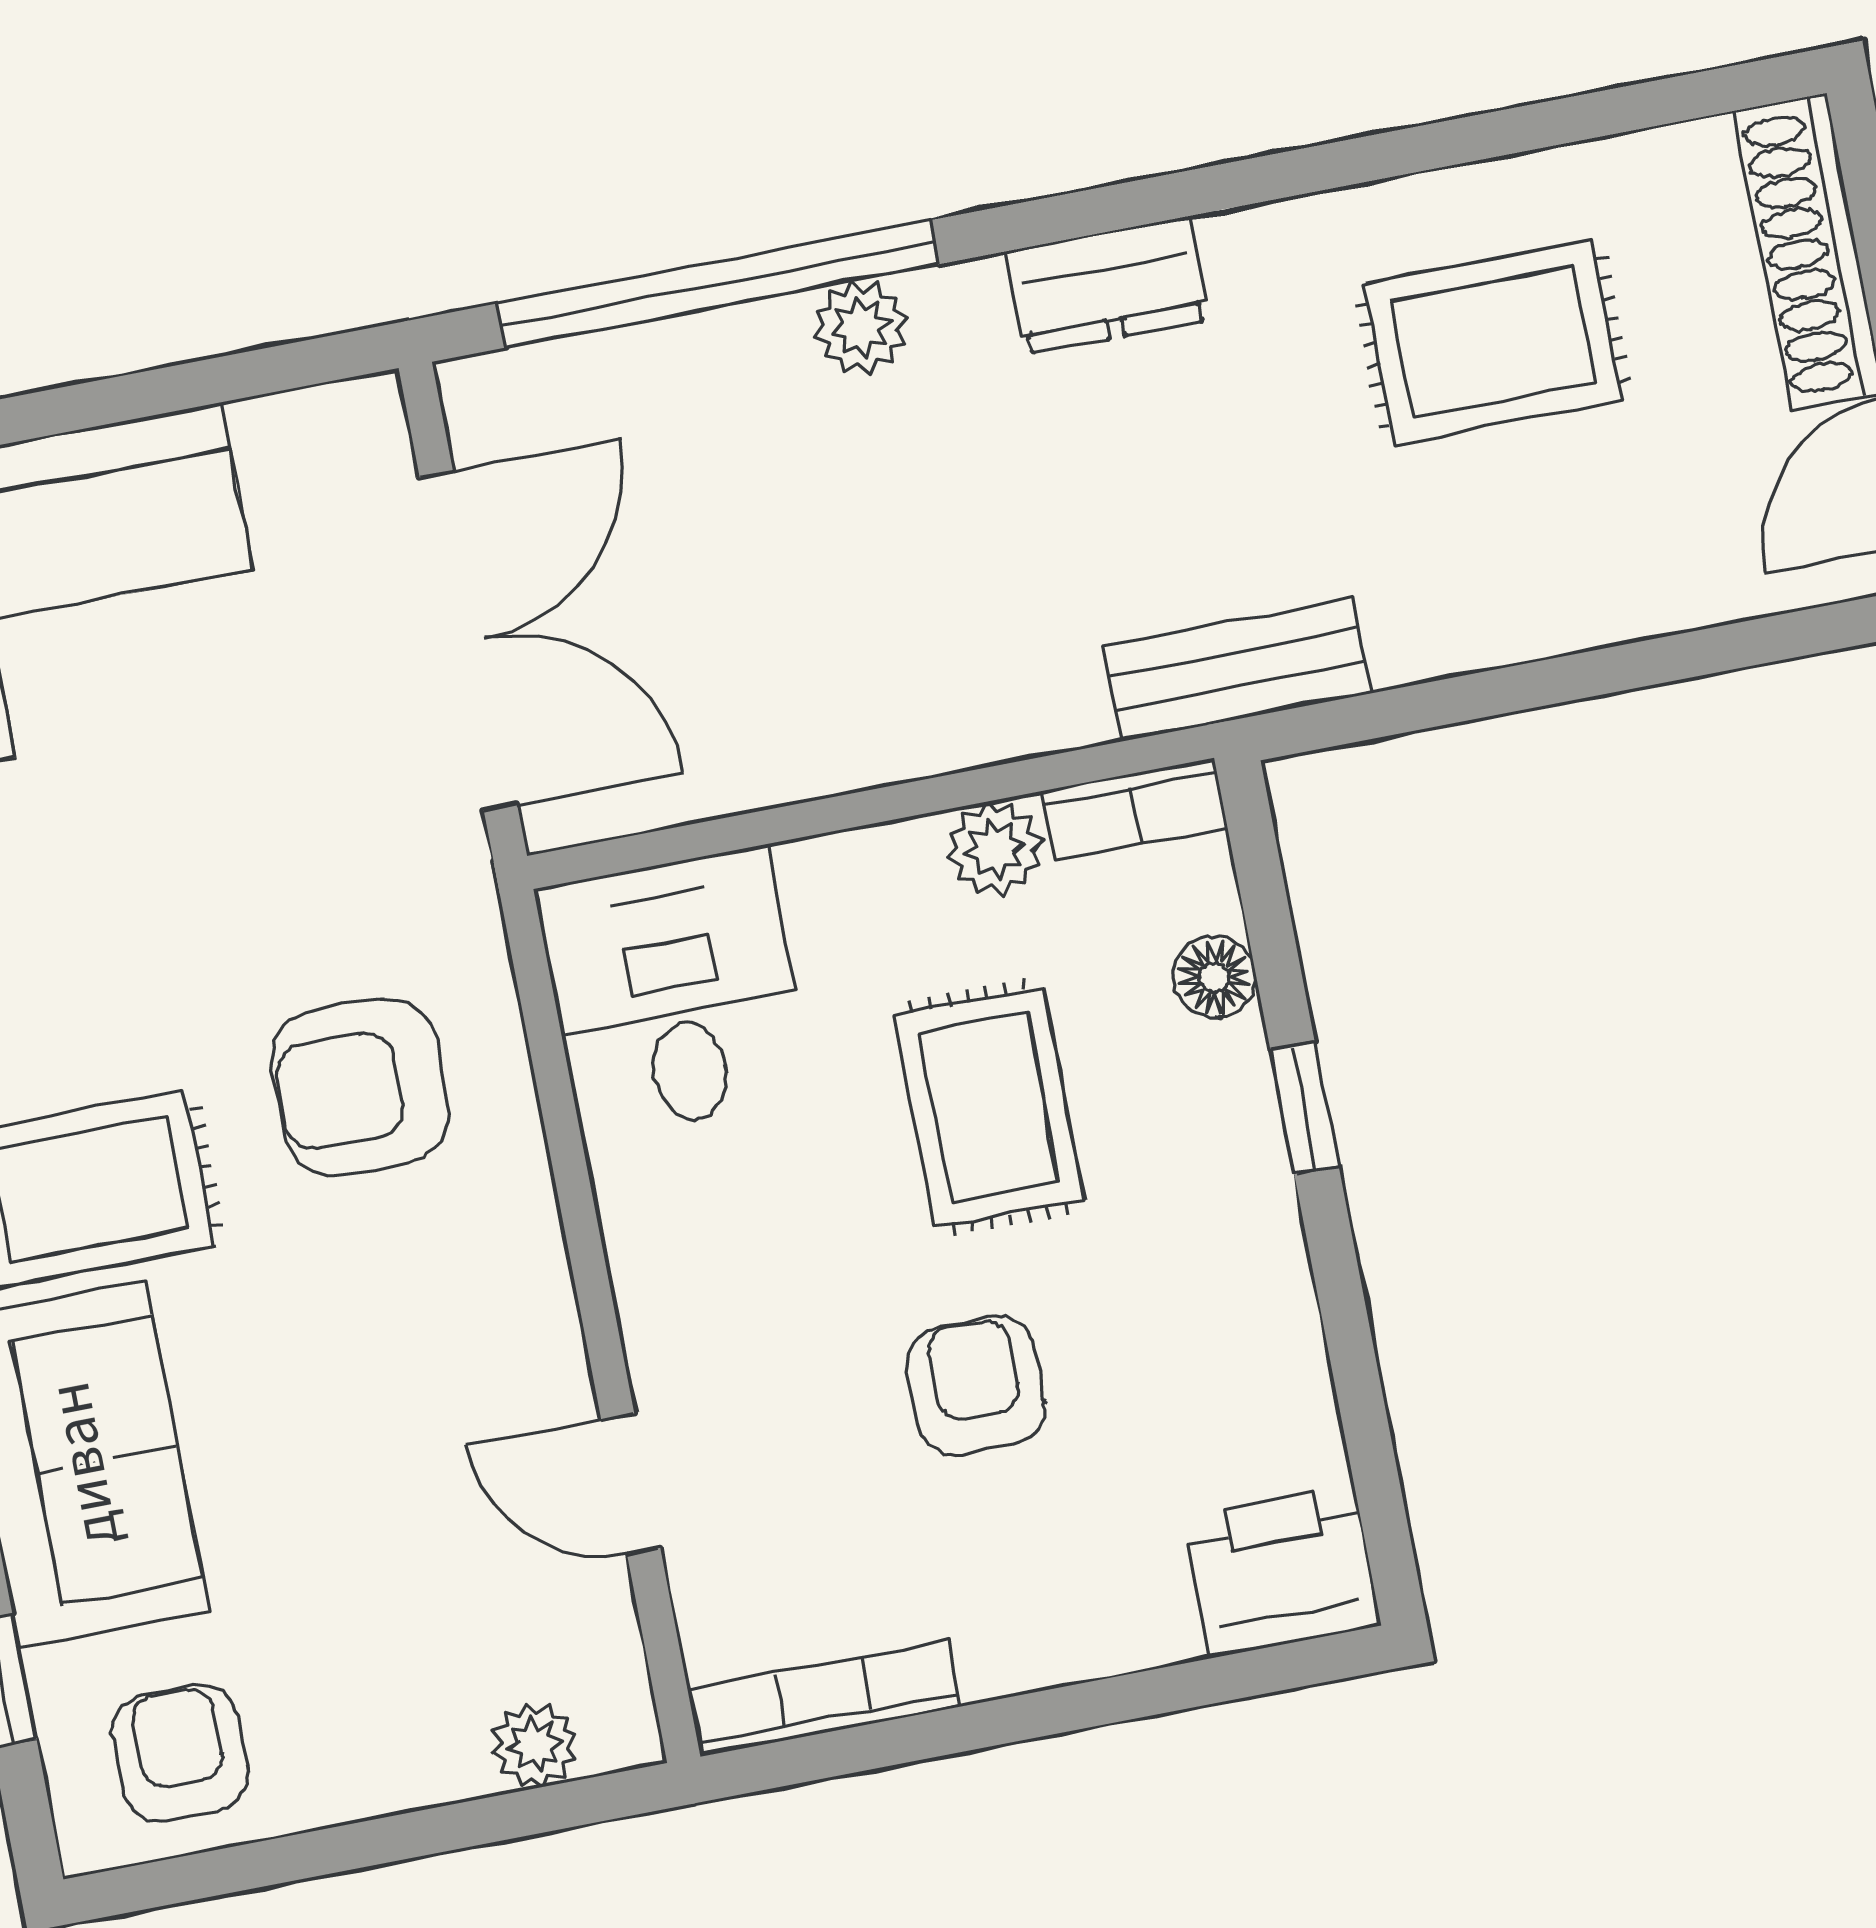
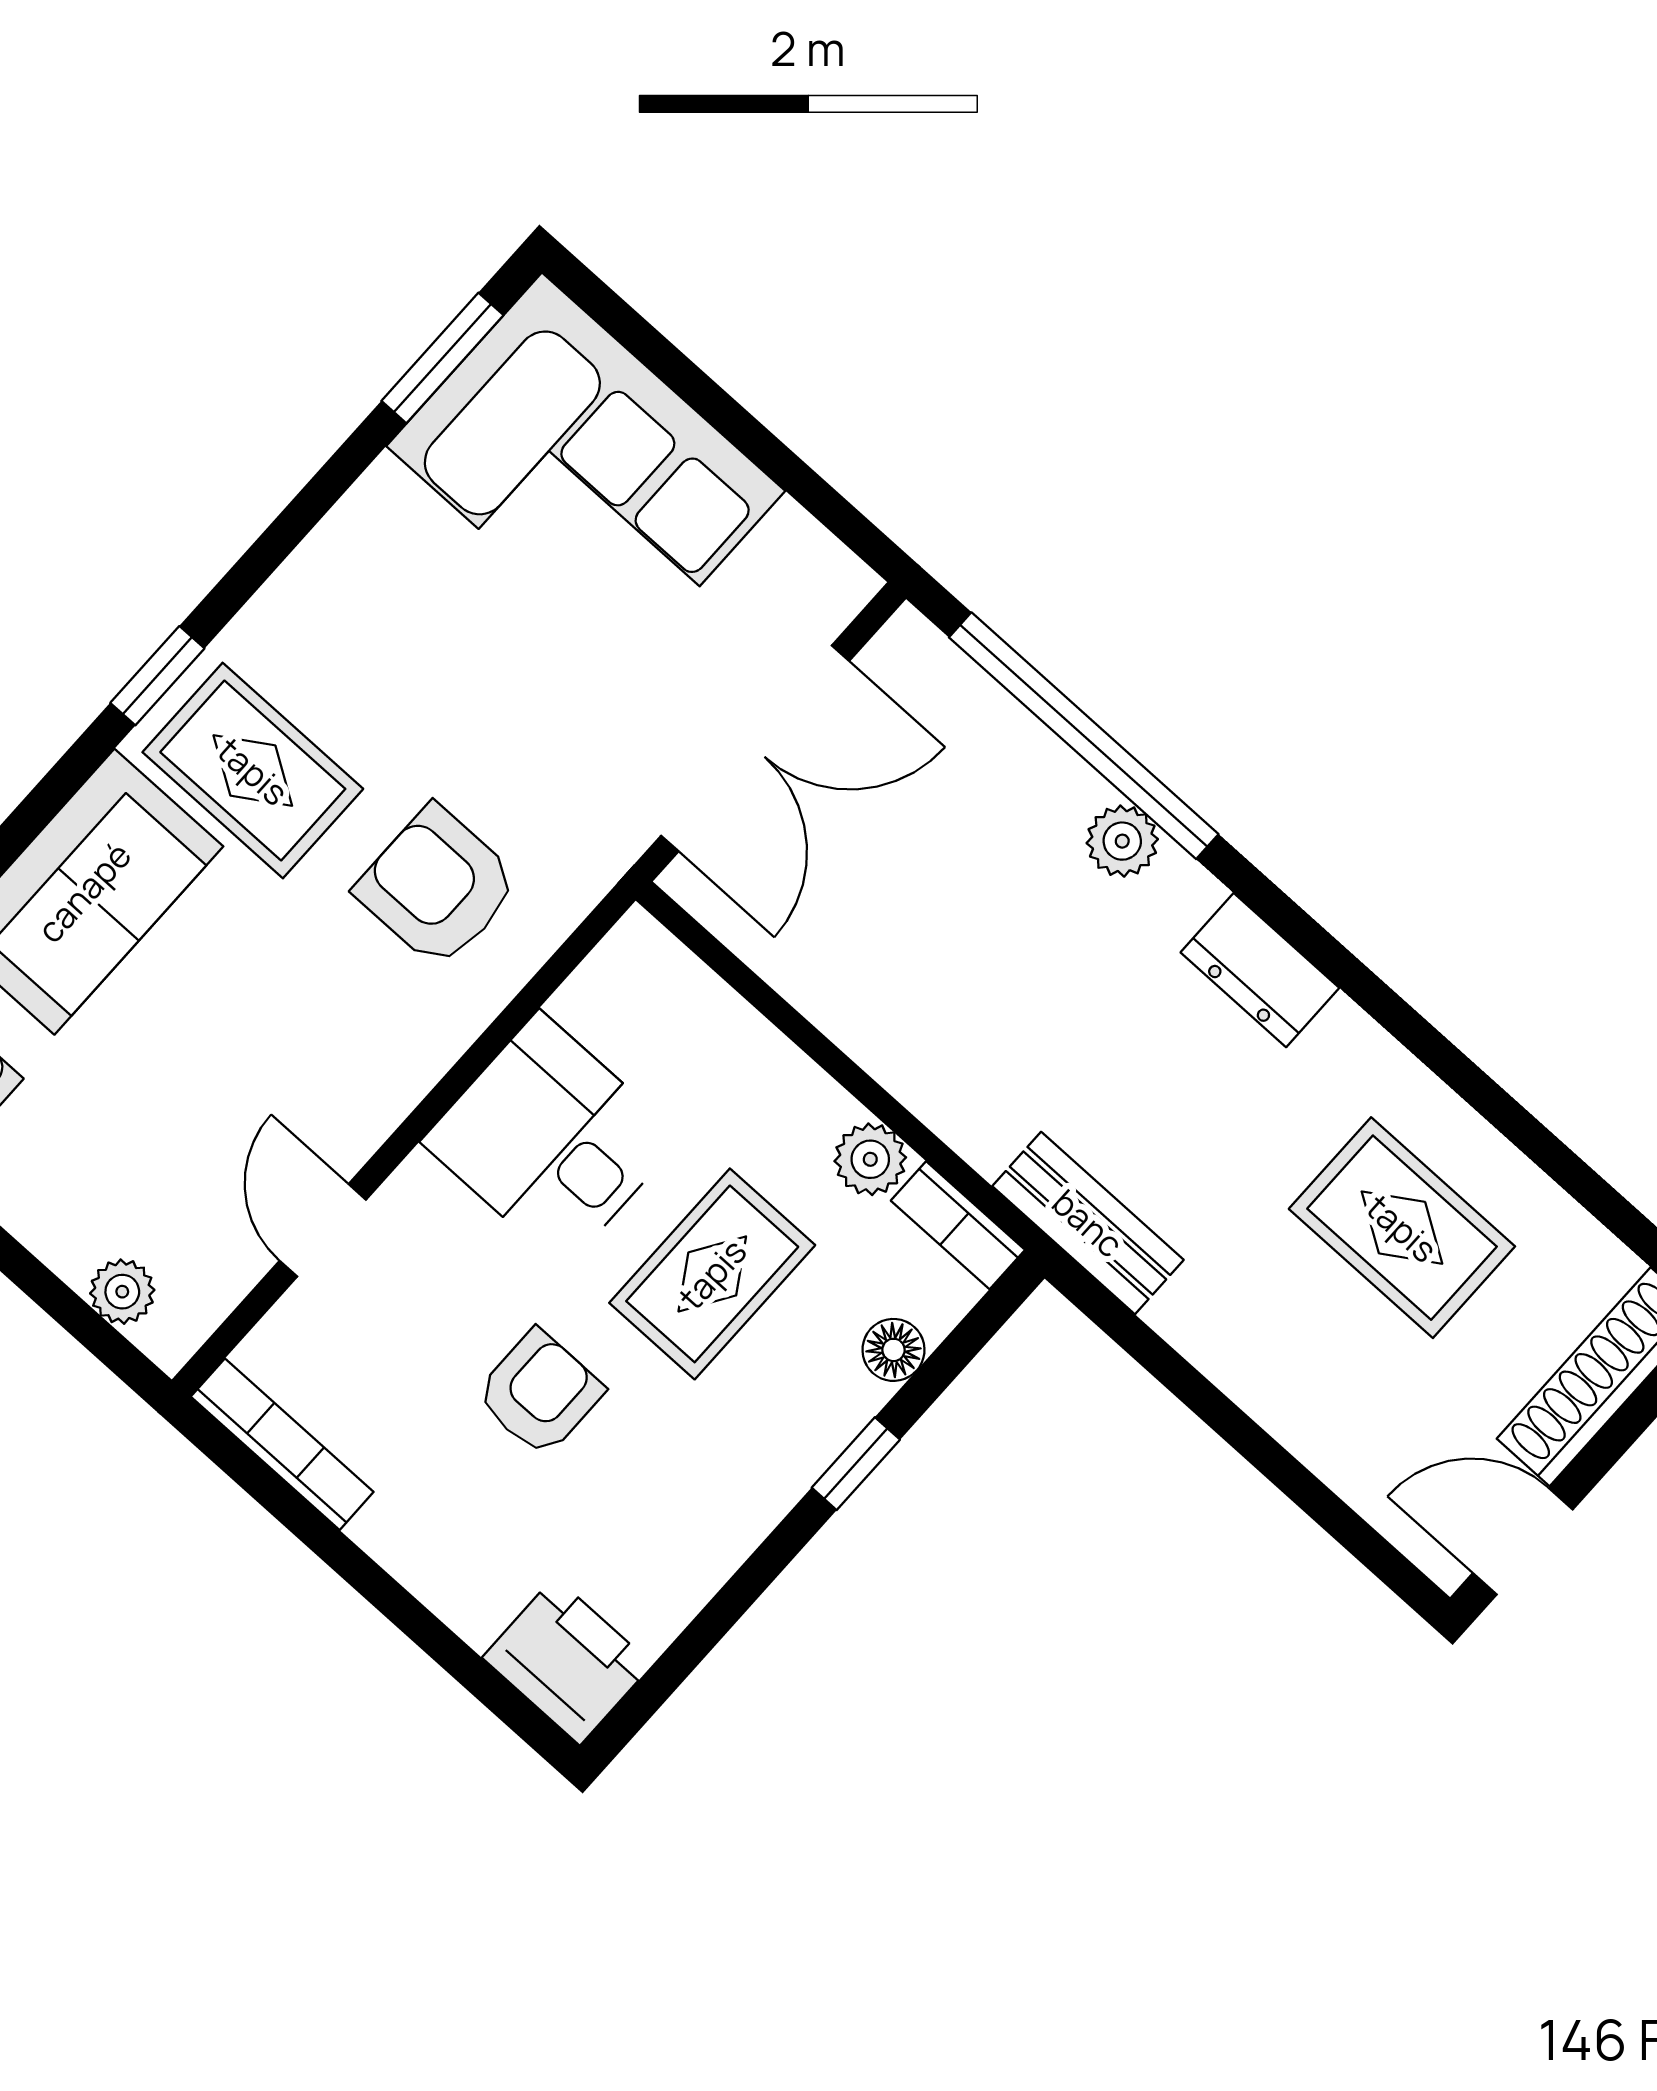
desk: (675, 993) -> (551, 1140), moved, turned -90

